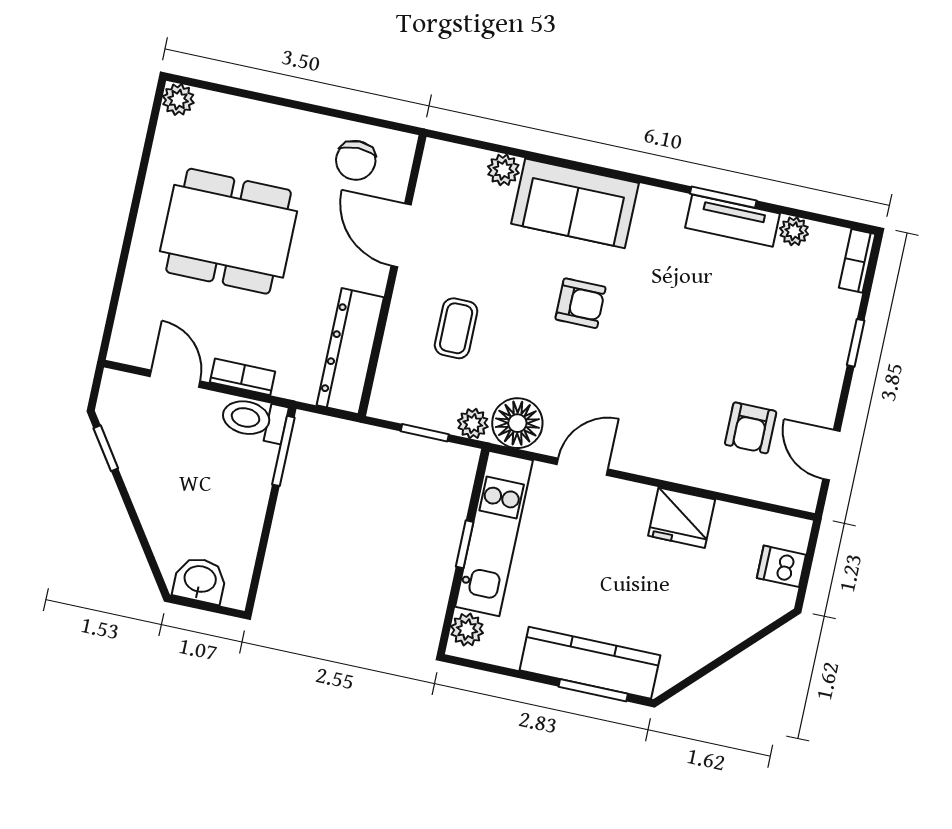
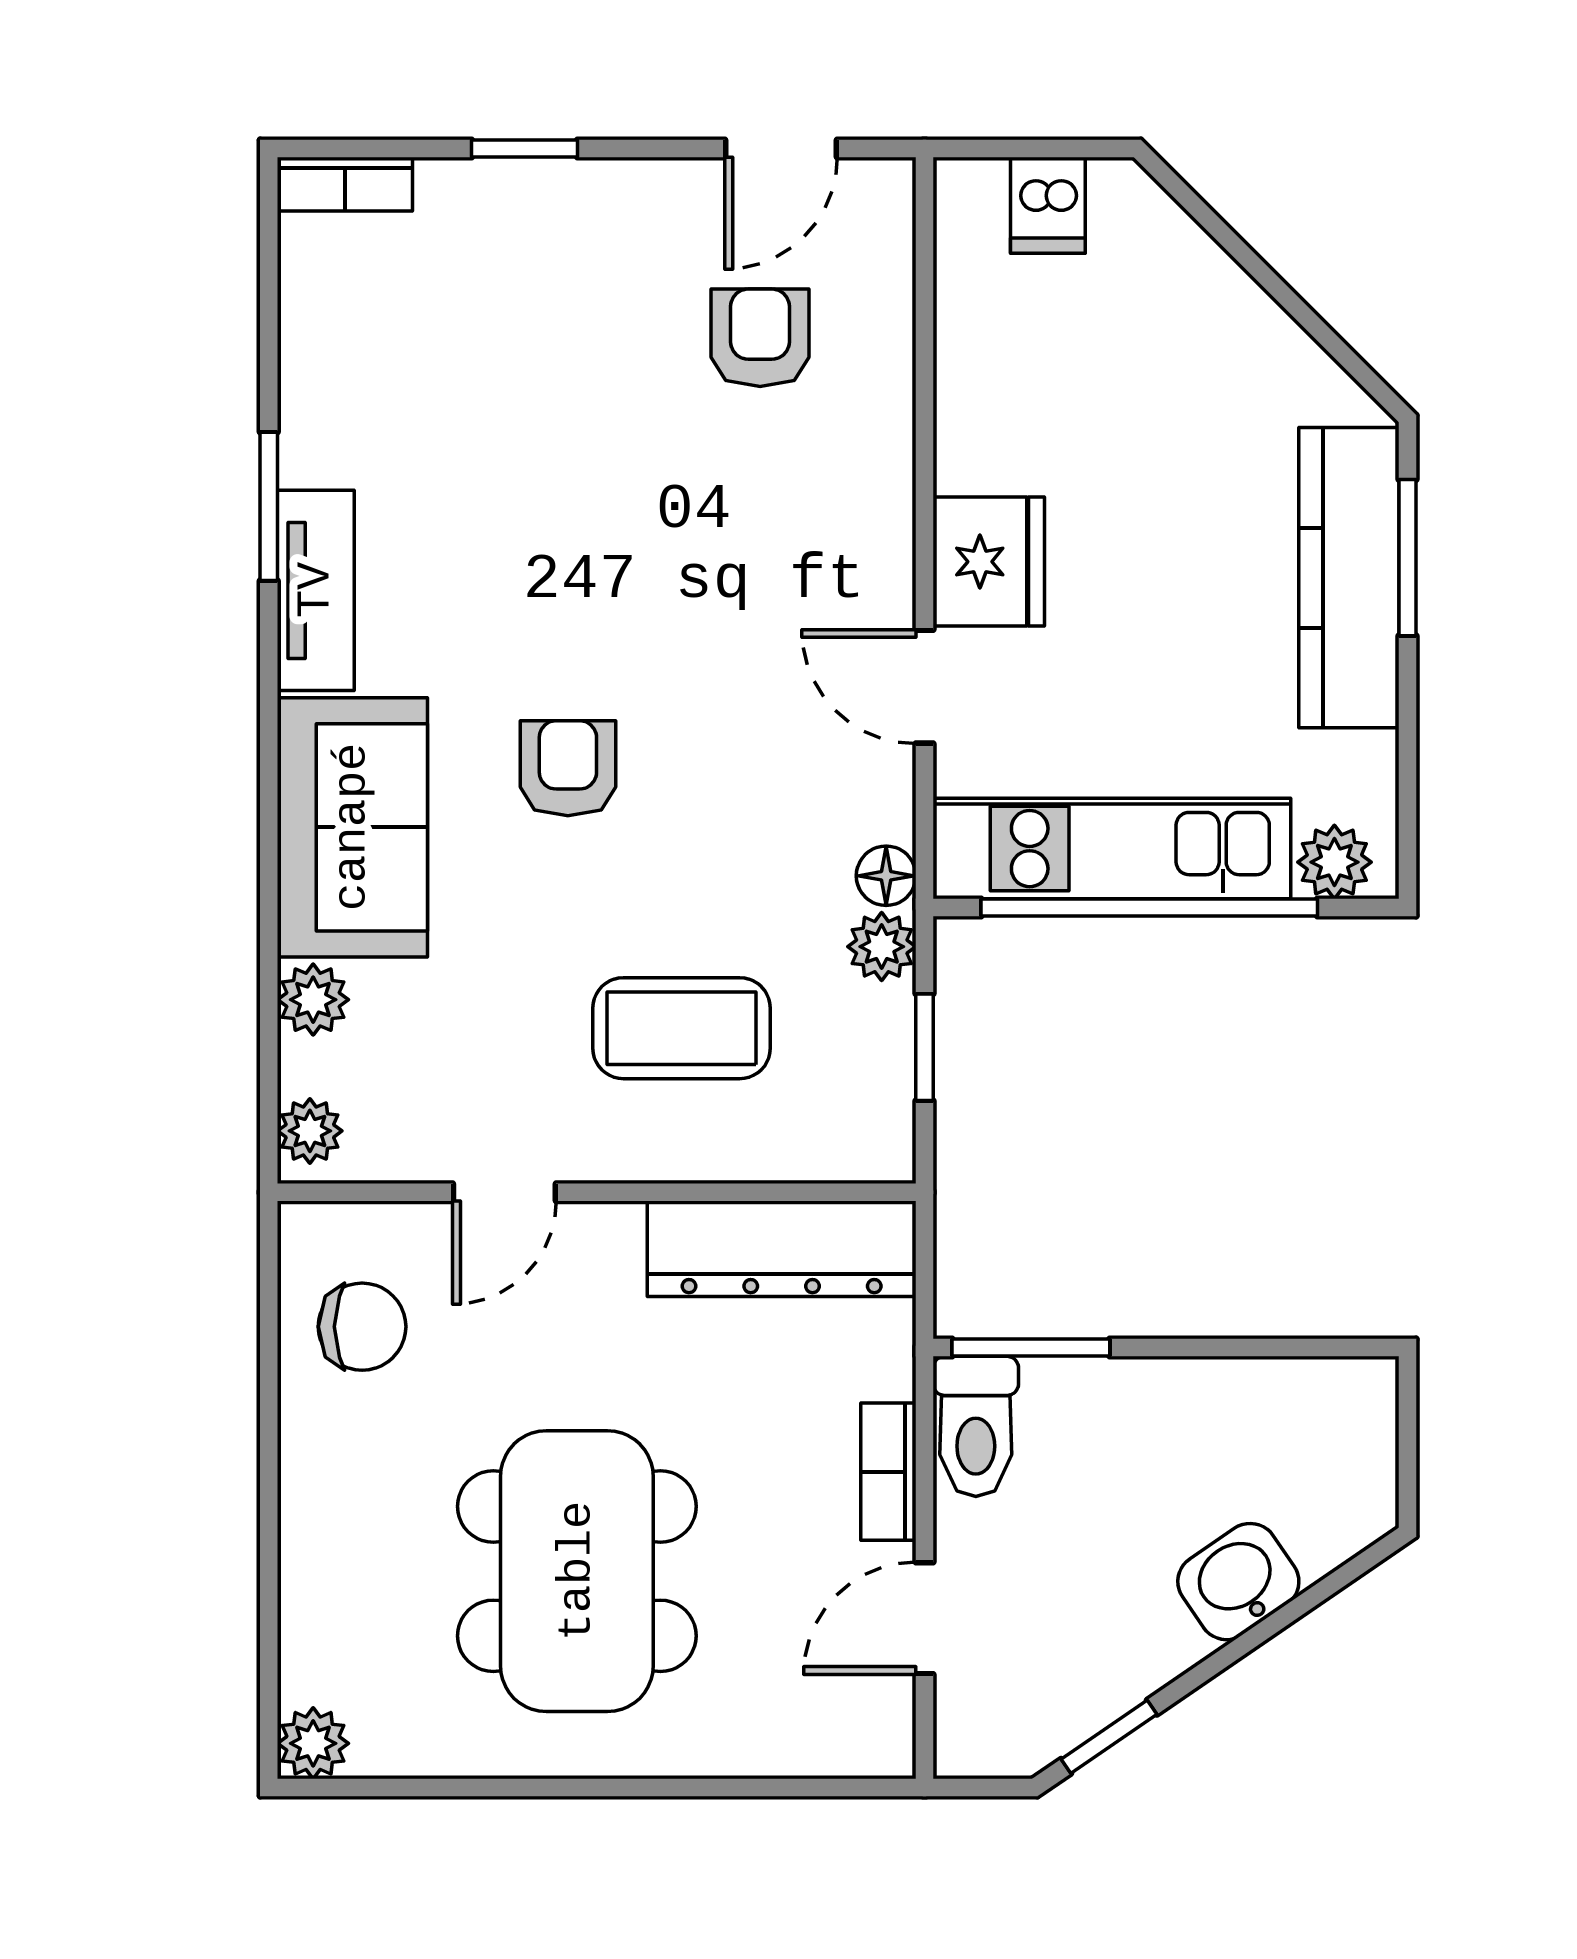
tv unit: (732, 221) -> (316, 590), moved
plant: (794, 231) -> (310, 1131), moved
door: (401, 235) -> (504, 1192), width x0.73
coffee table: (456, 328) -> (682, 1028), width x1.36, depth x1.30
floor lamp: (517, 423) -> (886, 876), width x0.53, depth x0.53
armchair: (751, 428) -> (760, 338), turned -90
fridge: (682, 518) -> (989, 562), moved
window: (465, 544) -> (1149, 908), width x3.17
washbasin: (200, 580) -> (1238, 1582), moved, turned 56

